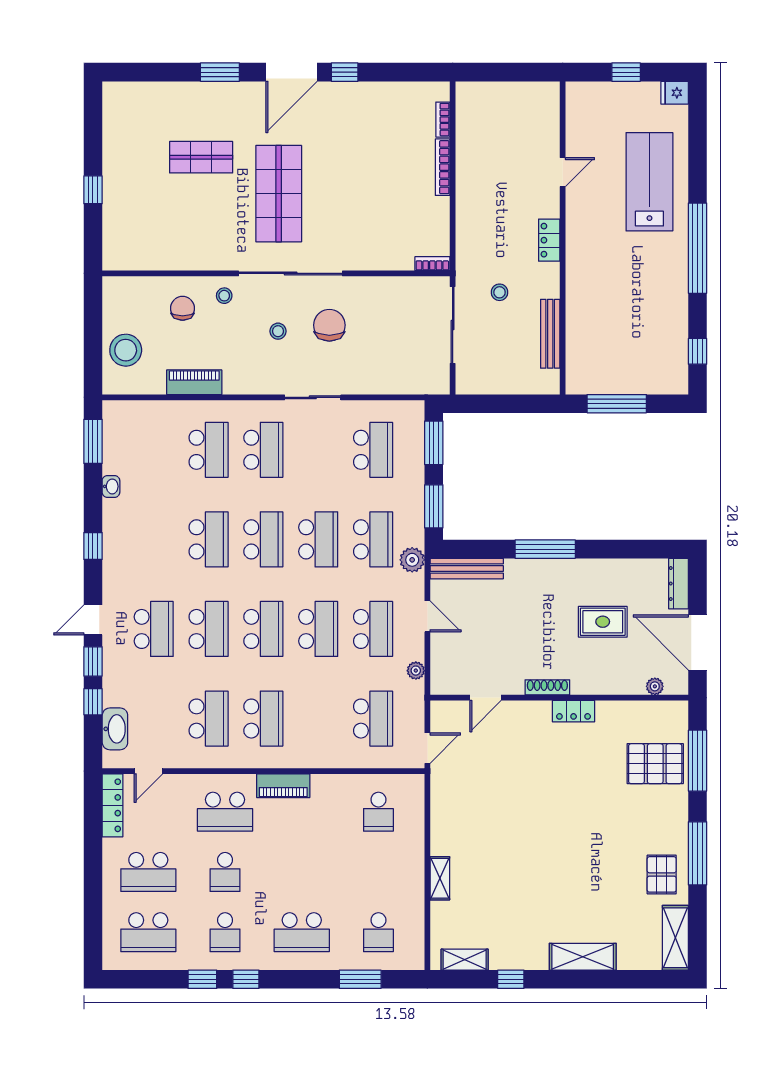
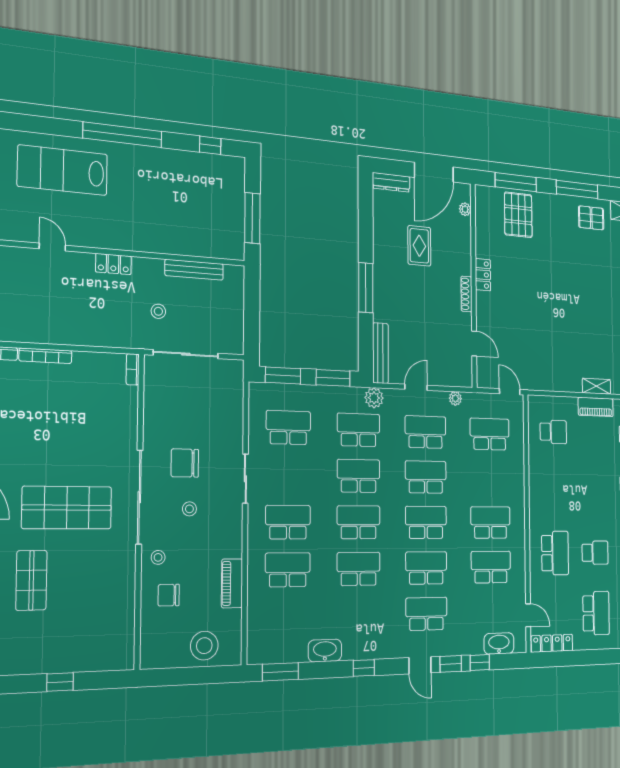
washbasin: (111, 486) -> (325, 651), width x1.91, depth x1.45
piano: (283, 786) -> (596, 407), moved, turned 90

